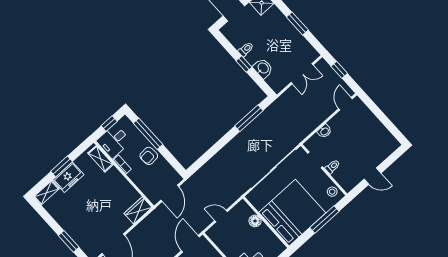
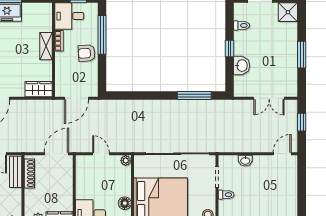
toilet: (246, 49) -> (242, 25), moved
shelving: (101, 159) -> (46, 46), moved
plant: (242, 205) -> (126, 161), added
floor lamp: (255, 221) -> (125, 203), moved

